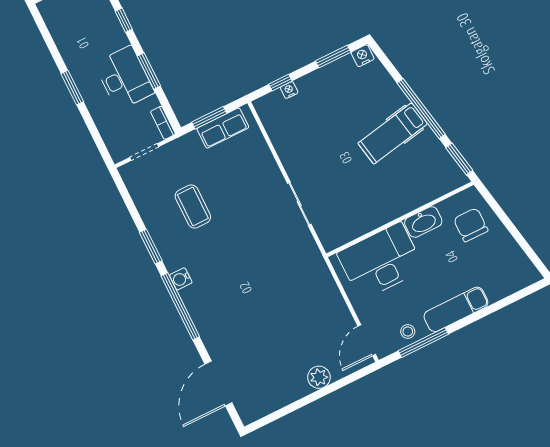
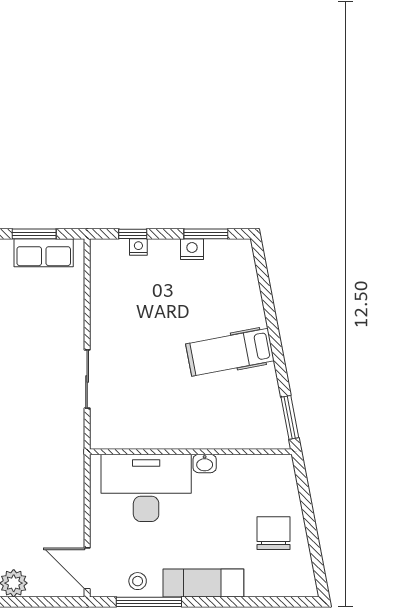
nightstand: (363, 56) -> (192, 249), moved
window: (421, 109) -> (275, 340), removed
washbasin: (423, 222) -> (205, 464), width x0.52, depth x0.69
chair: (471, 225) -> (273, 533), moved
door: (367, 340) -> (87, 568), hinge flipped

